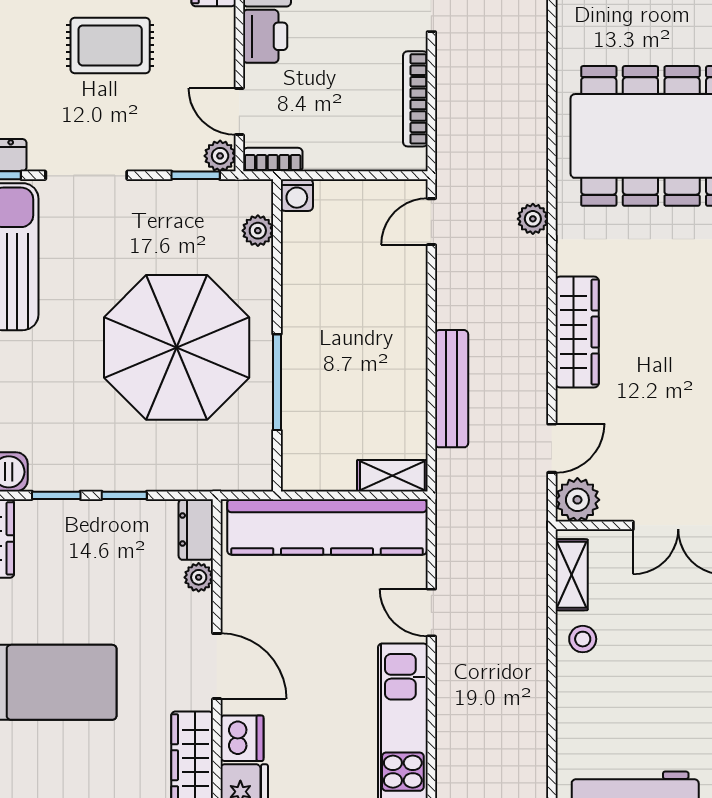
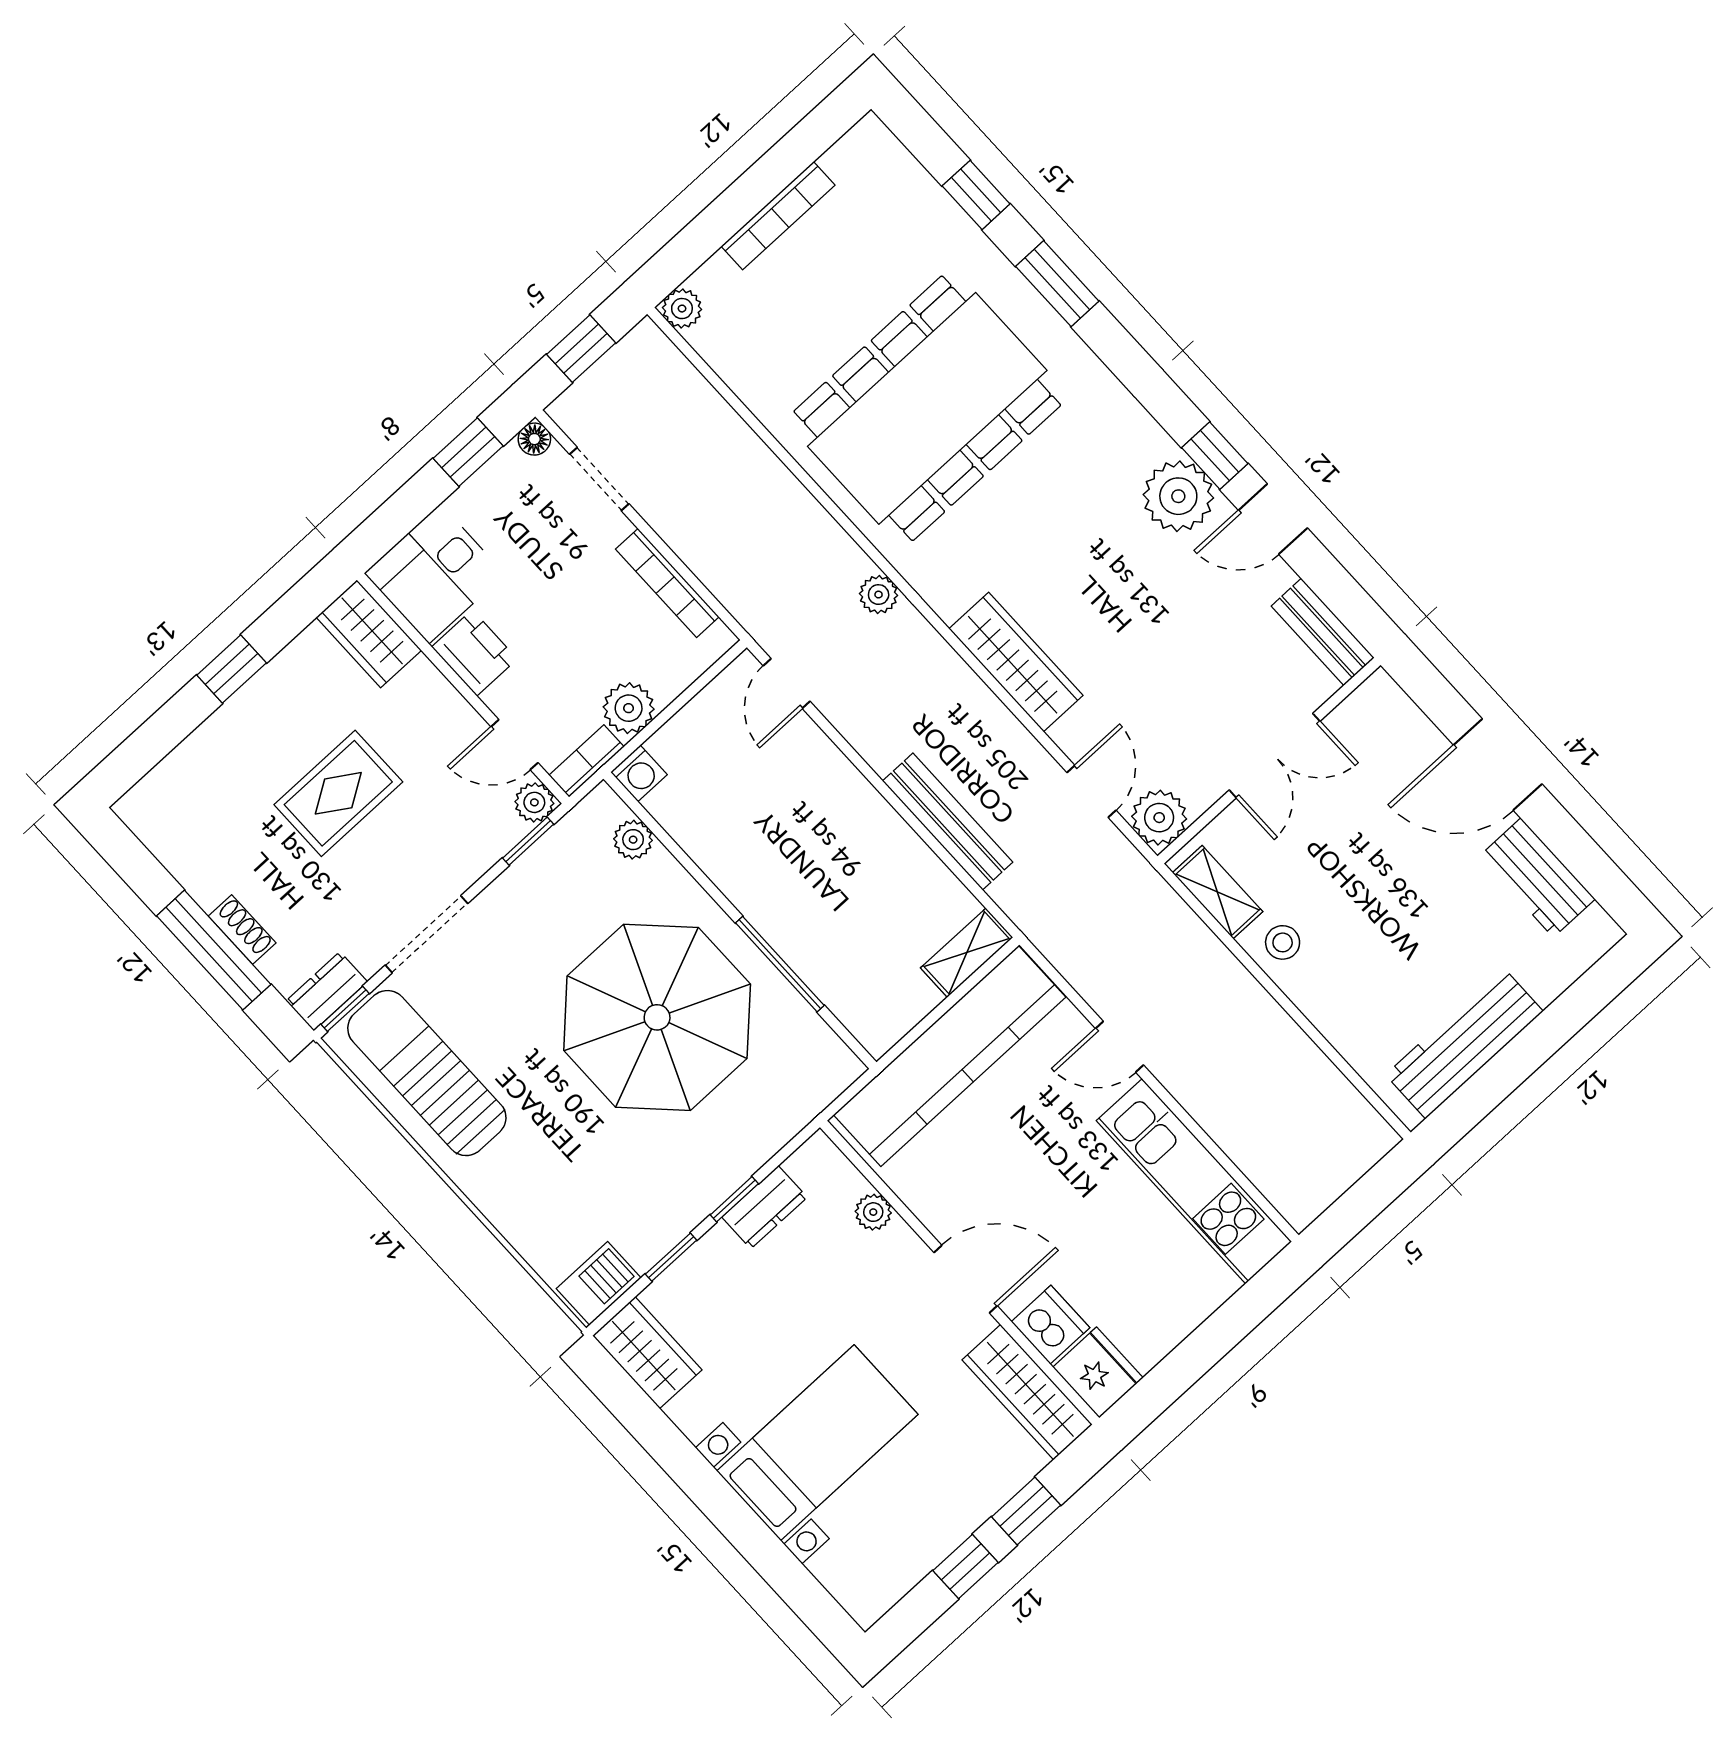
plant: (326, 151) -> (629, 708), added
dresser: (196, 530) -> (765, 1207), moved, turned -90

